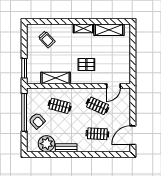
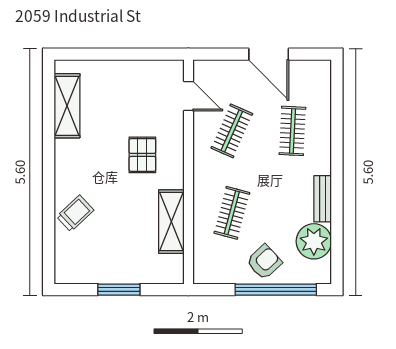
shelving: (83, 28) -> (64, 161), removed
trolley: (47, 39) -> (75, 213), moved
window: (24, 68) -> (119, 290), moved
window: (24, 112) -> (276, 290), moved
door: (133, 135) -> (269, 54), moved

